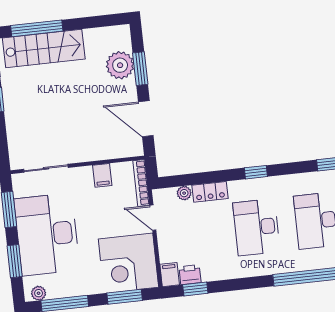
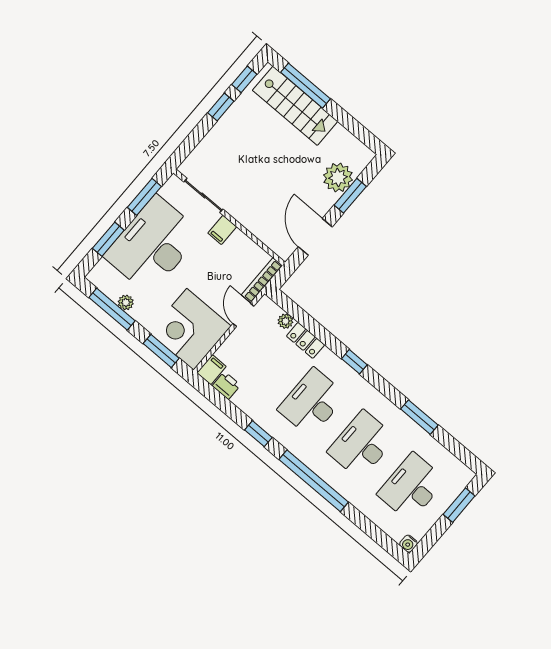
filing cabinet: (102, 175) -> (222, 230), moved
window: (195, 289) -> (258, 434), moved
plant: (39, 293) -> (126, 303), moved

